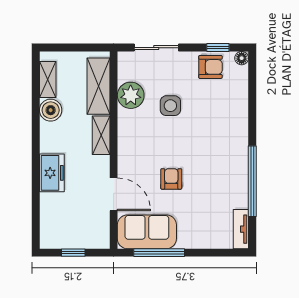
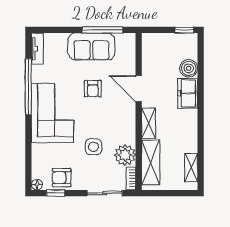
bookcase: (123, 66) -> (131, 178), added
boiler: (51, 110) -> (189, 68), moved
corner sofa: (222, 148) -> (53, 113), added
door: (114, 194) -> (139, 89), moved
sofa: (147, 232) -> (91, 47), moved
window: (73, 253) -> (184, 30), moved

